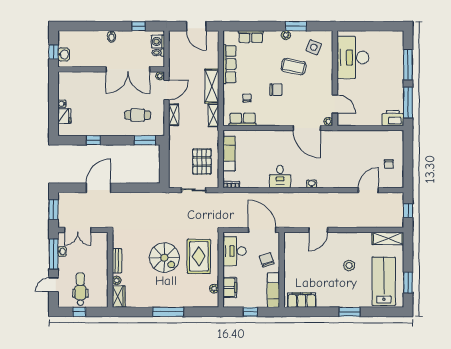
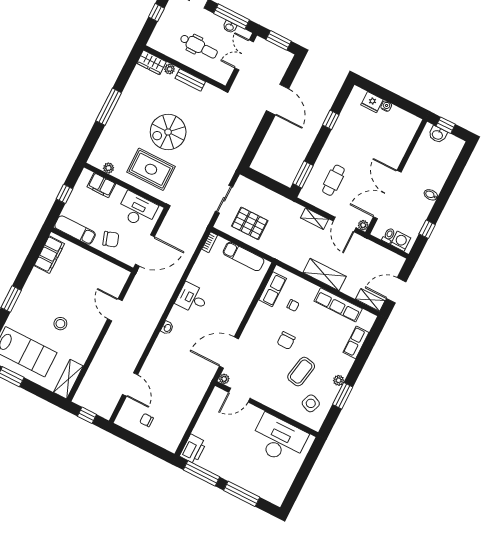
shelving: (213, 115) -> (370, 300), moved
dental chair: (80, 289) -> (199, 46), moved

